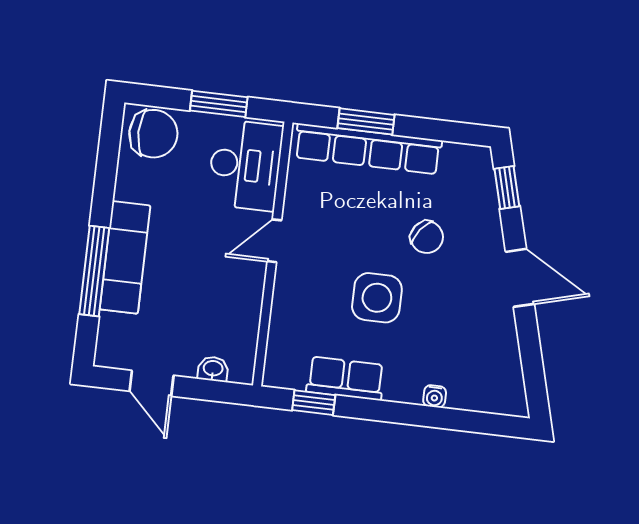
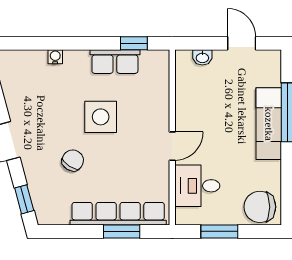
desk: (245, 165) -> (197, 186), width x0.73
chair: (427, 237) -> (73, 160), turned 85

